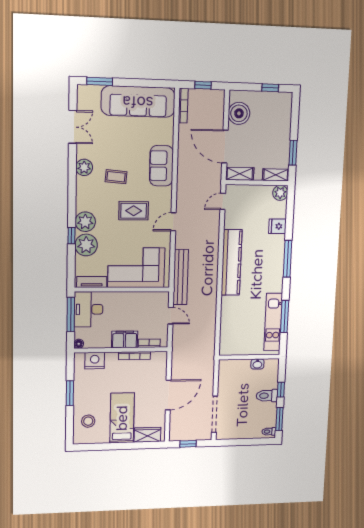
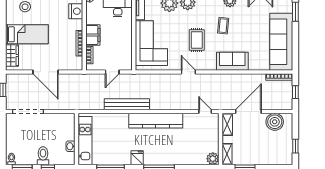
fridge: (277, 226) -> (137, 158), moved
bench: (181, 277) -> (127, 104), moved
kitchen unit: (273, 322) -> (85, 141), moved, turned 90

